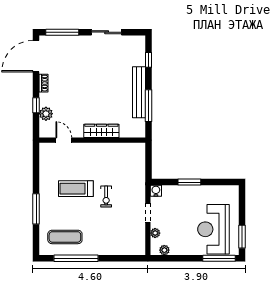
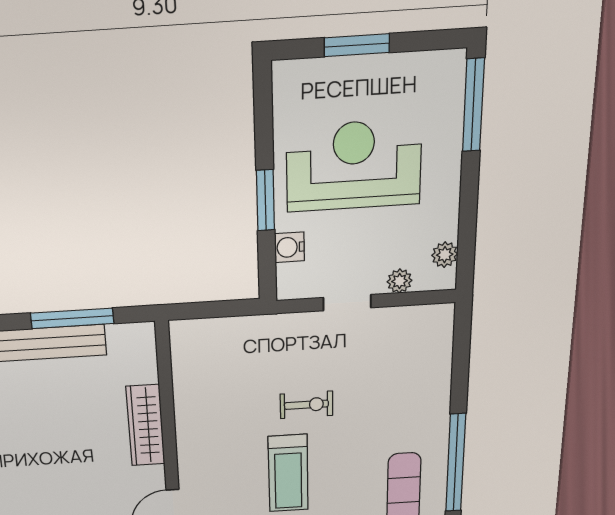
water cooler: (156, 191) -> (289, 247), moved
reception desk: (213, 229) -> (354, 166), moved, turned 180
window: (242, 237) -> (357, 45), moved

